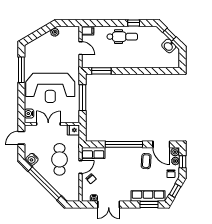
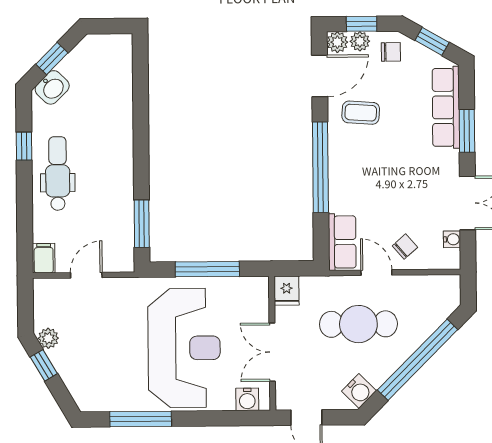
window: (44, 30) -> (44, 365), added
washbasin: (169, 46) -> (52, 87), moved
window: (149, 205) -> (467, 131), moved

